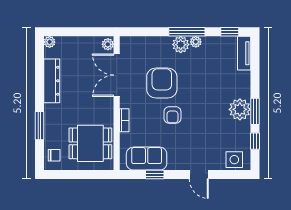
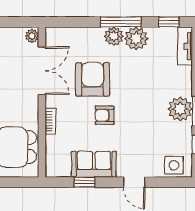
plant: (196, 42) -> (136, 39), width x1.88, depth x1.88
double door: (117, 75) -> (42, 71), swing flipped
armchair: (172, 115) -> (105, 115), turned 90
sofa: (147, 159) -> (94, 164), moved

